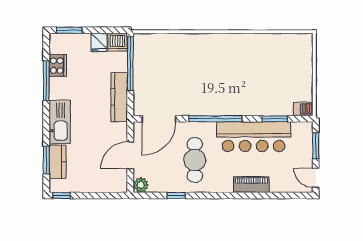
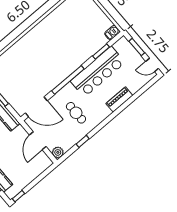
door: (159, 119) -> (36, 107), hinge flipped
cafe table: (195, 160) -> (76, 113), width x0.73, depth x0.74

